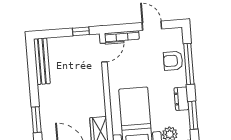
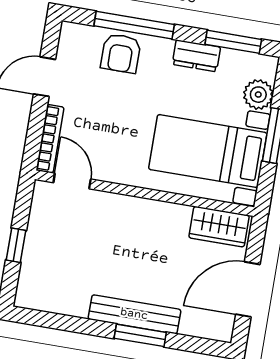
window: (81, 31) -> (16, 245), moved
bench: (42, 61) -> (134, 314), moved
window: (36, 120) -> (140, 335), moved

